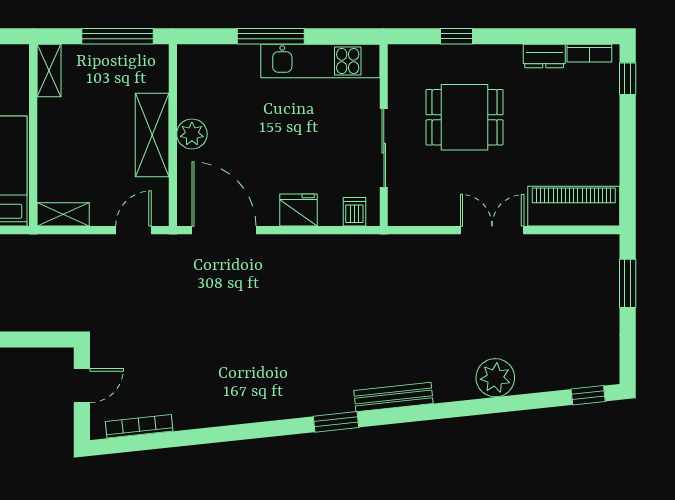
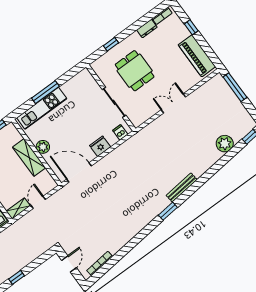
kitchen unit: (320, 61) -> (42, 108), moved
window: (628, 79) -> (191, 27), moved
dining table: (465, 117) -> (135, 71), turned 90
piano: (574, 206) -> (197, 56), moved, turned -90
door: (133, 230) -> (38, 202), moved
window: (628, 283) -> (235, 87), width x1.44
plant: (495, 378) -> (225, 144), moved

